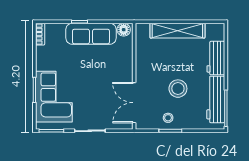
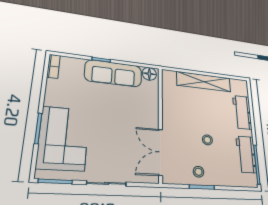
stool: (178, 89) -> (207, 140), width x0.53, depth x0.53
workbench: (216, 99) -> (246, 154), width x0.73

